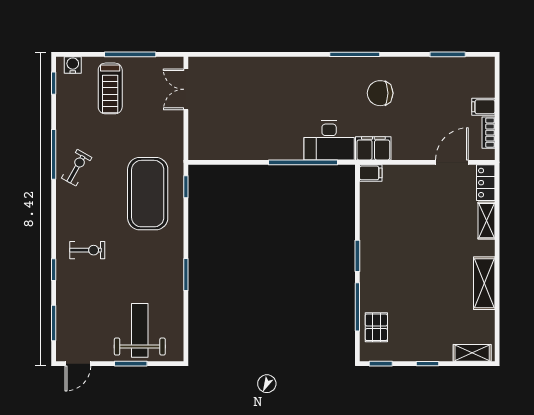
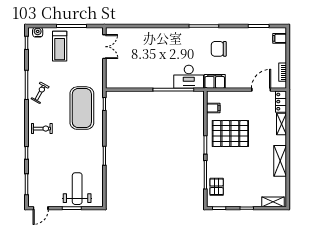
double door: (186, 89) -> (104, 47), swing flipped
filing cabinet: (483, 107) -> (280, 38), moved
filing cabinet: (371, 173) -> (213, 108), moved
pallet: (400, 237) -> (230, 134), added
exercise bike: (87, 250) -> (42, 129), moved

